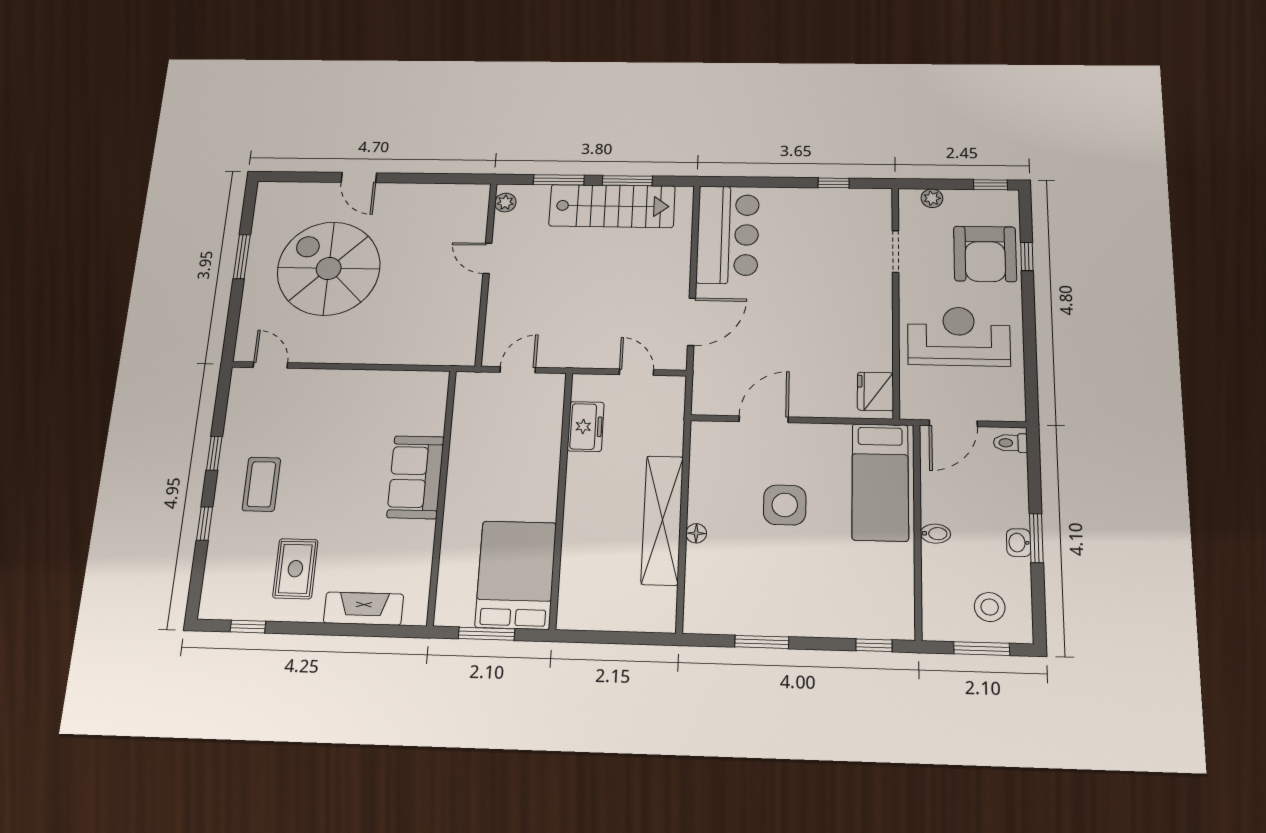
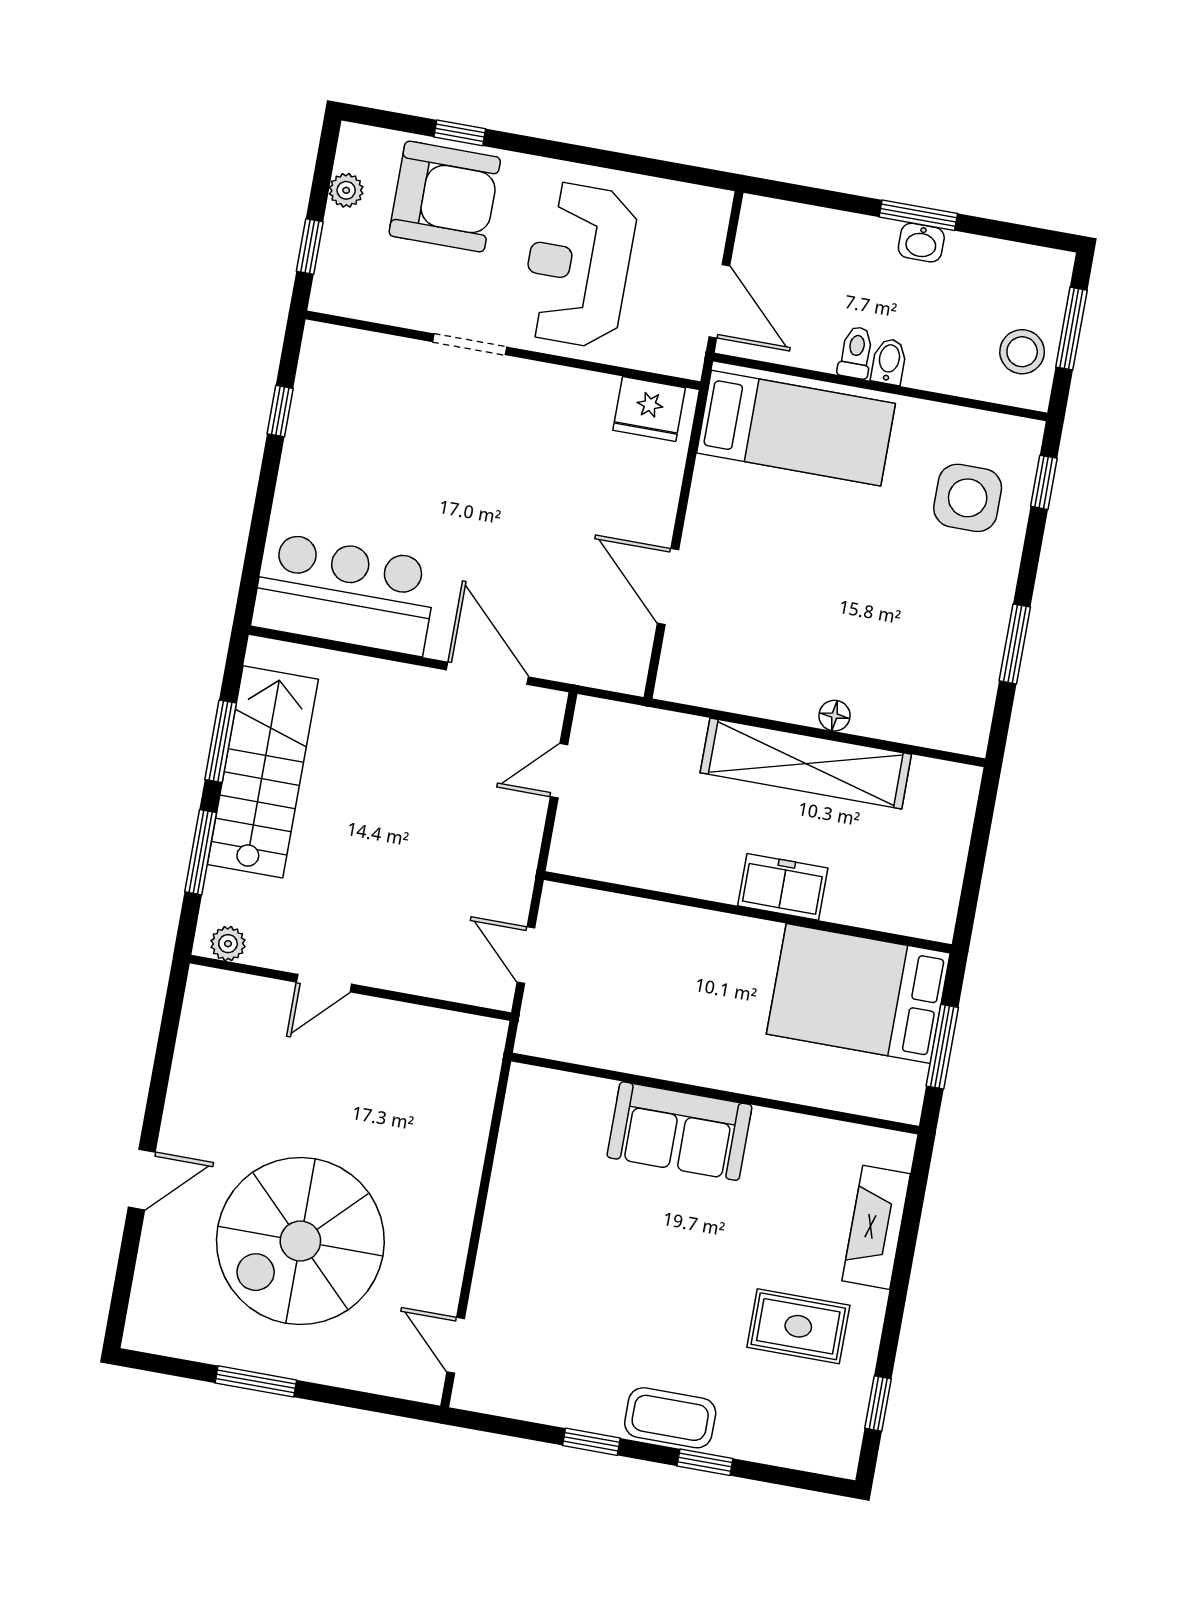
window: (990, 185) -> (310, 247), moved
plant: (932, 198) -> (346, 190), moved
doorway: (896, 251) -> (470, 344), moved
door: (270, 365) -> (456, 1345), hinge flipped
freezer: (586, 427) -> (783, 887), moved
toilet: (1011, 443) -> (856, 352), moved, turned 180
coffee table: (261, 484) -> (670, 1418), moved
side table: (785, 505) -> (968, 498), moved
stool: (990, 607) -> (1022, 352), moved

